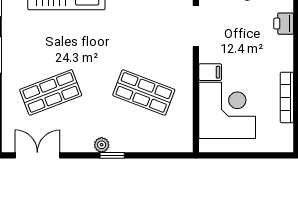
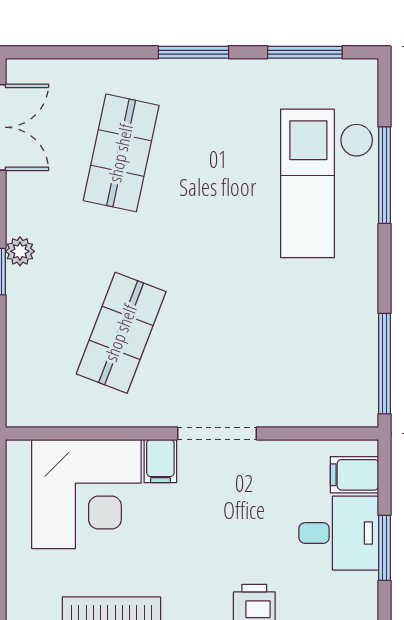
doorway: (196, 26) -> (217, 433), moved
shop shelf: (51, 92) -> (121, 153), turned 33

